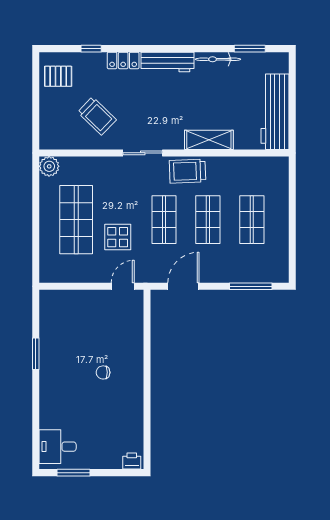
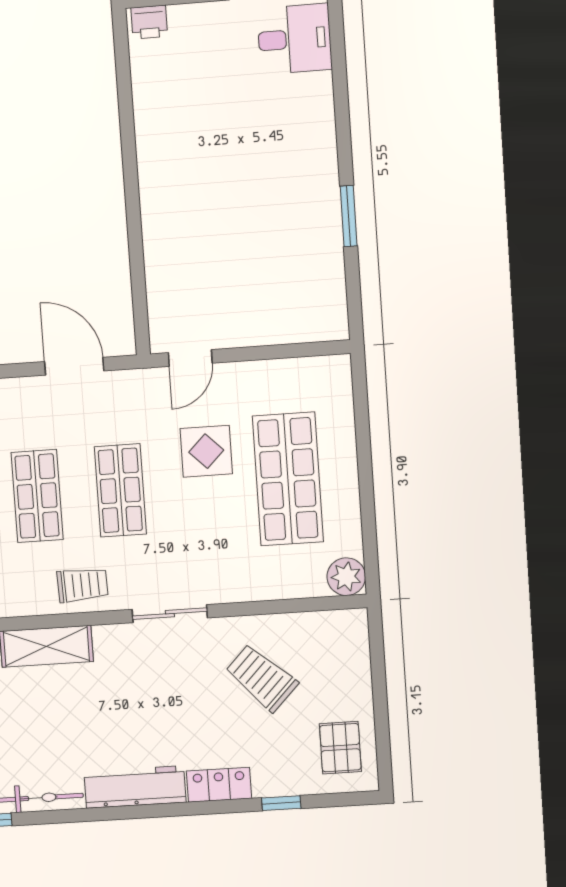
pallet: (58, 76) -> (340, 748), turned 90
trolley: (187, 171) -> (82, 585), width x0.73, depth x0.72
door: (183, 286) -> (74, 366), swing flipped
chair: (103, 372) -> (216, 190), removed

